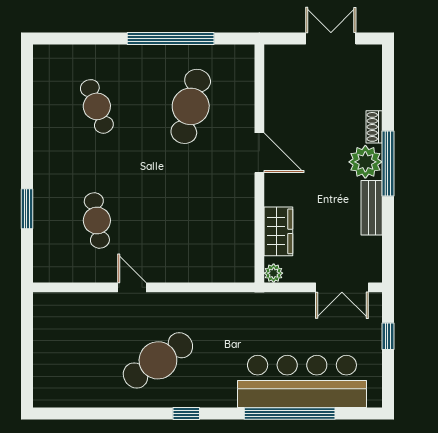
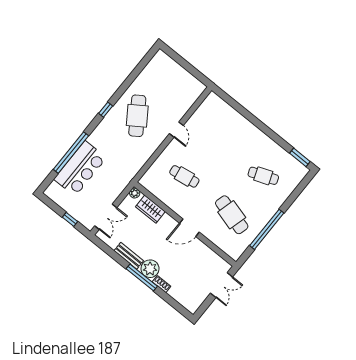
double door: (331, 38) -> (222, 285), moved
window: (27, 209) -> (300, 157), moved
cafe table: (97, 220) -> (184, 176), moved
door: (132, 287) -> (176, 130), hinge flipped
double door: (342, 287) -> (106, 217), swing flipped
bar counter: (302, 381) -> (80, 168), width x0.73

